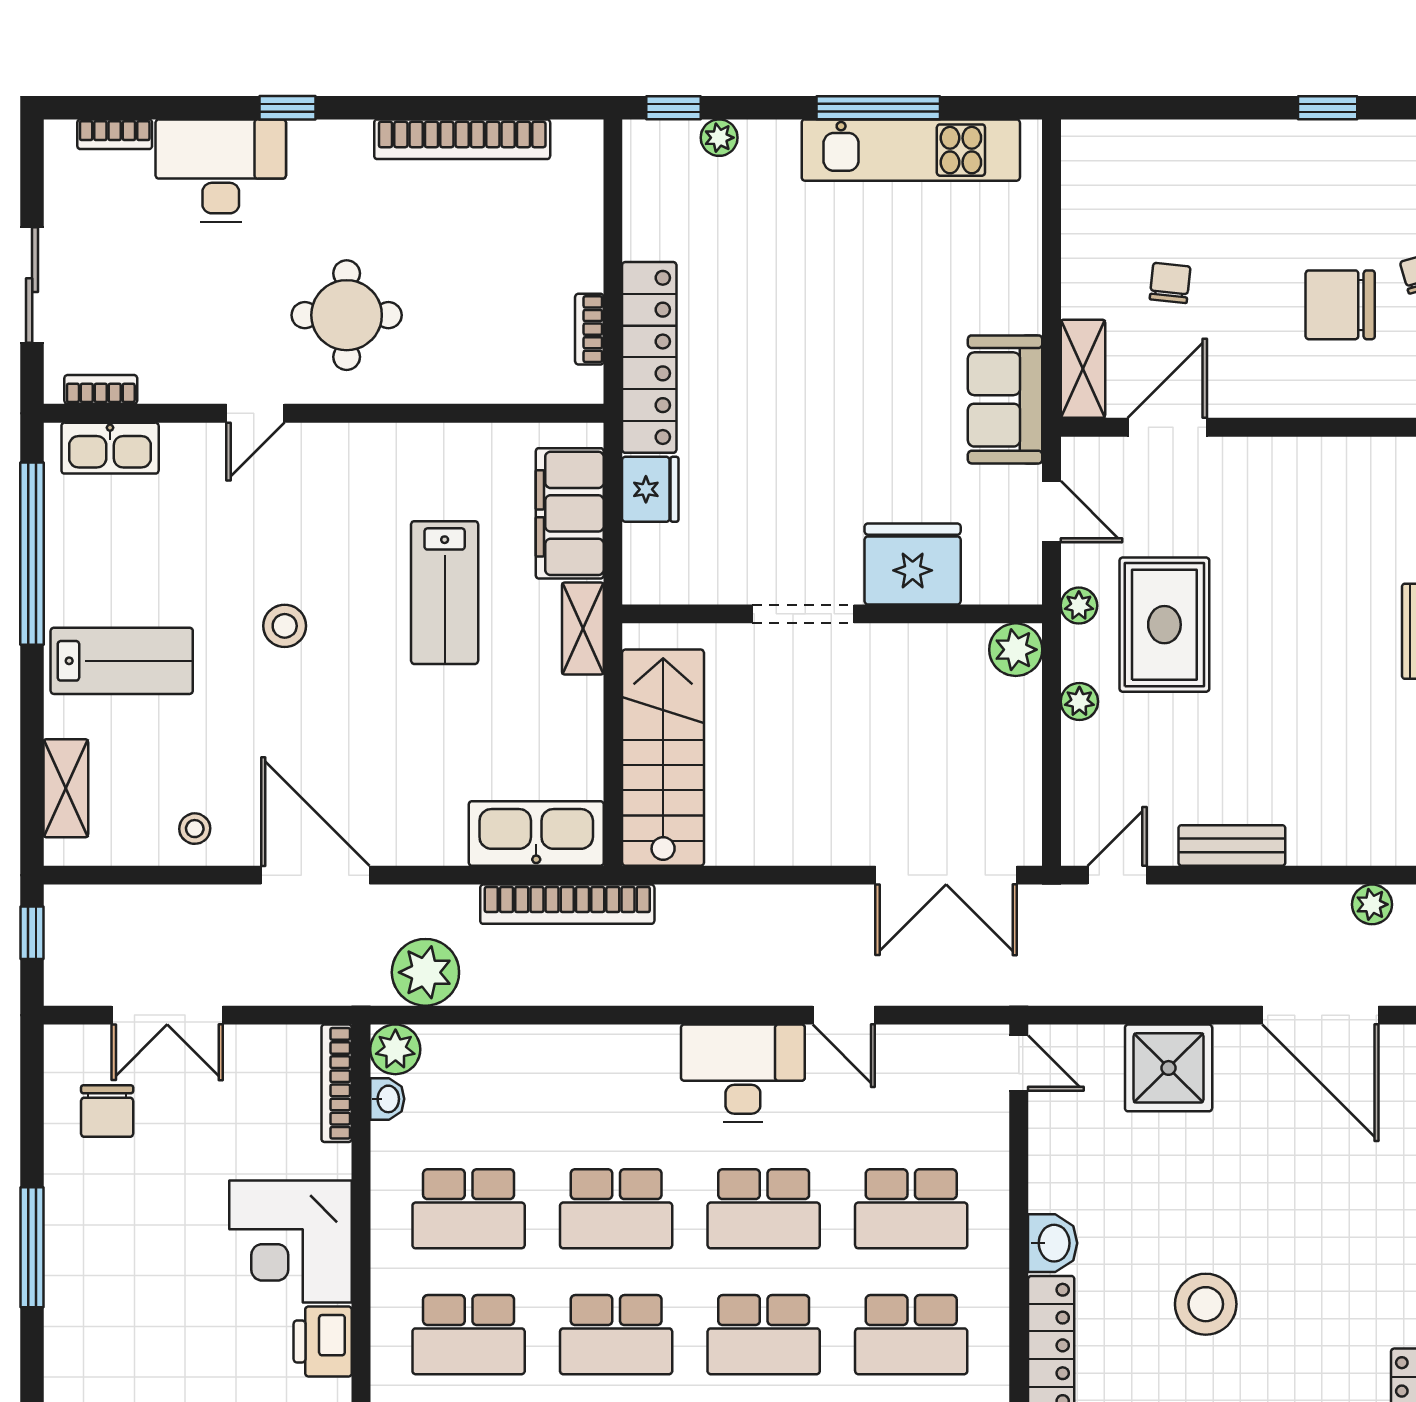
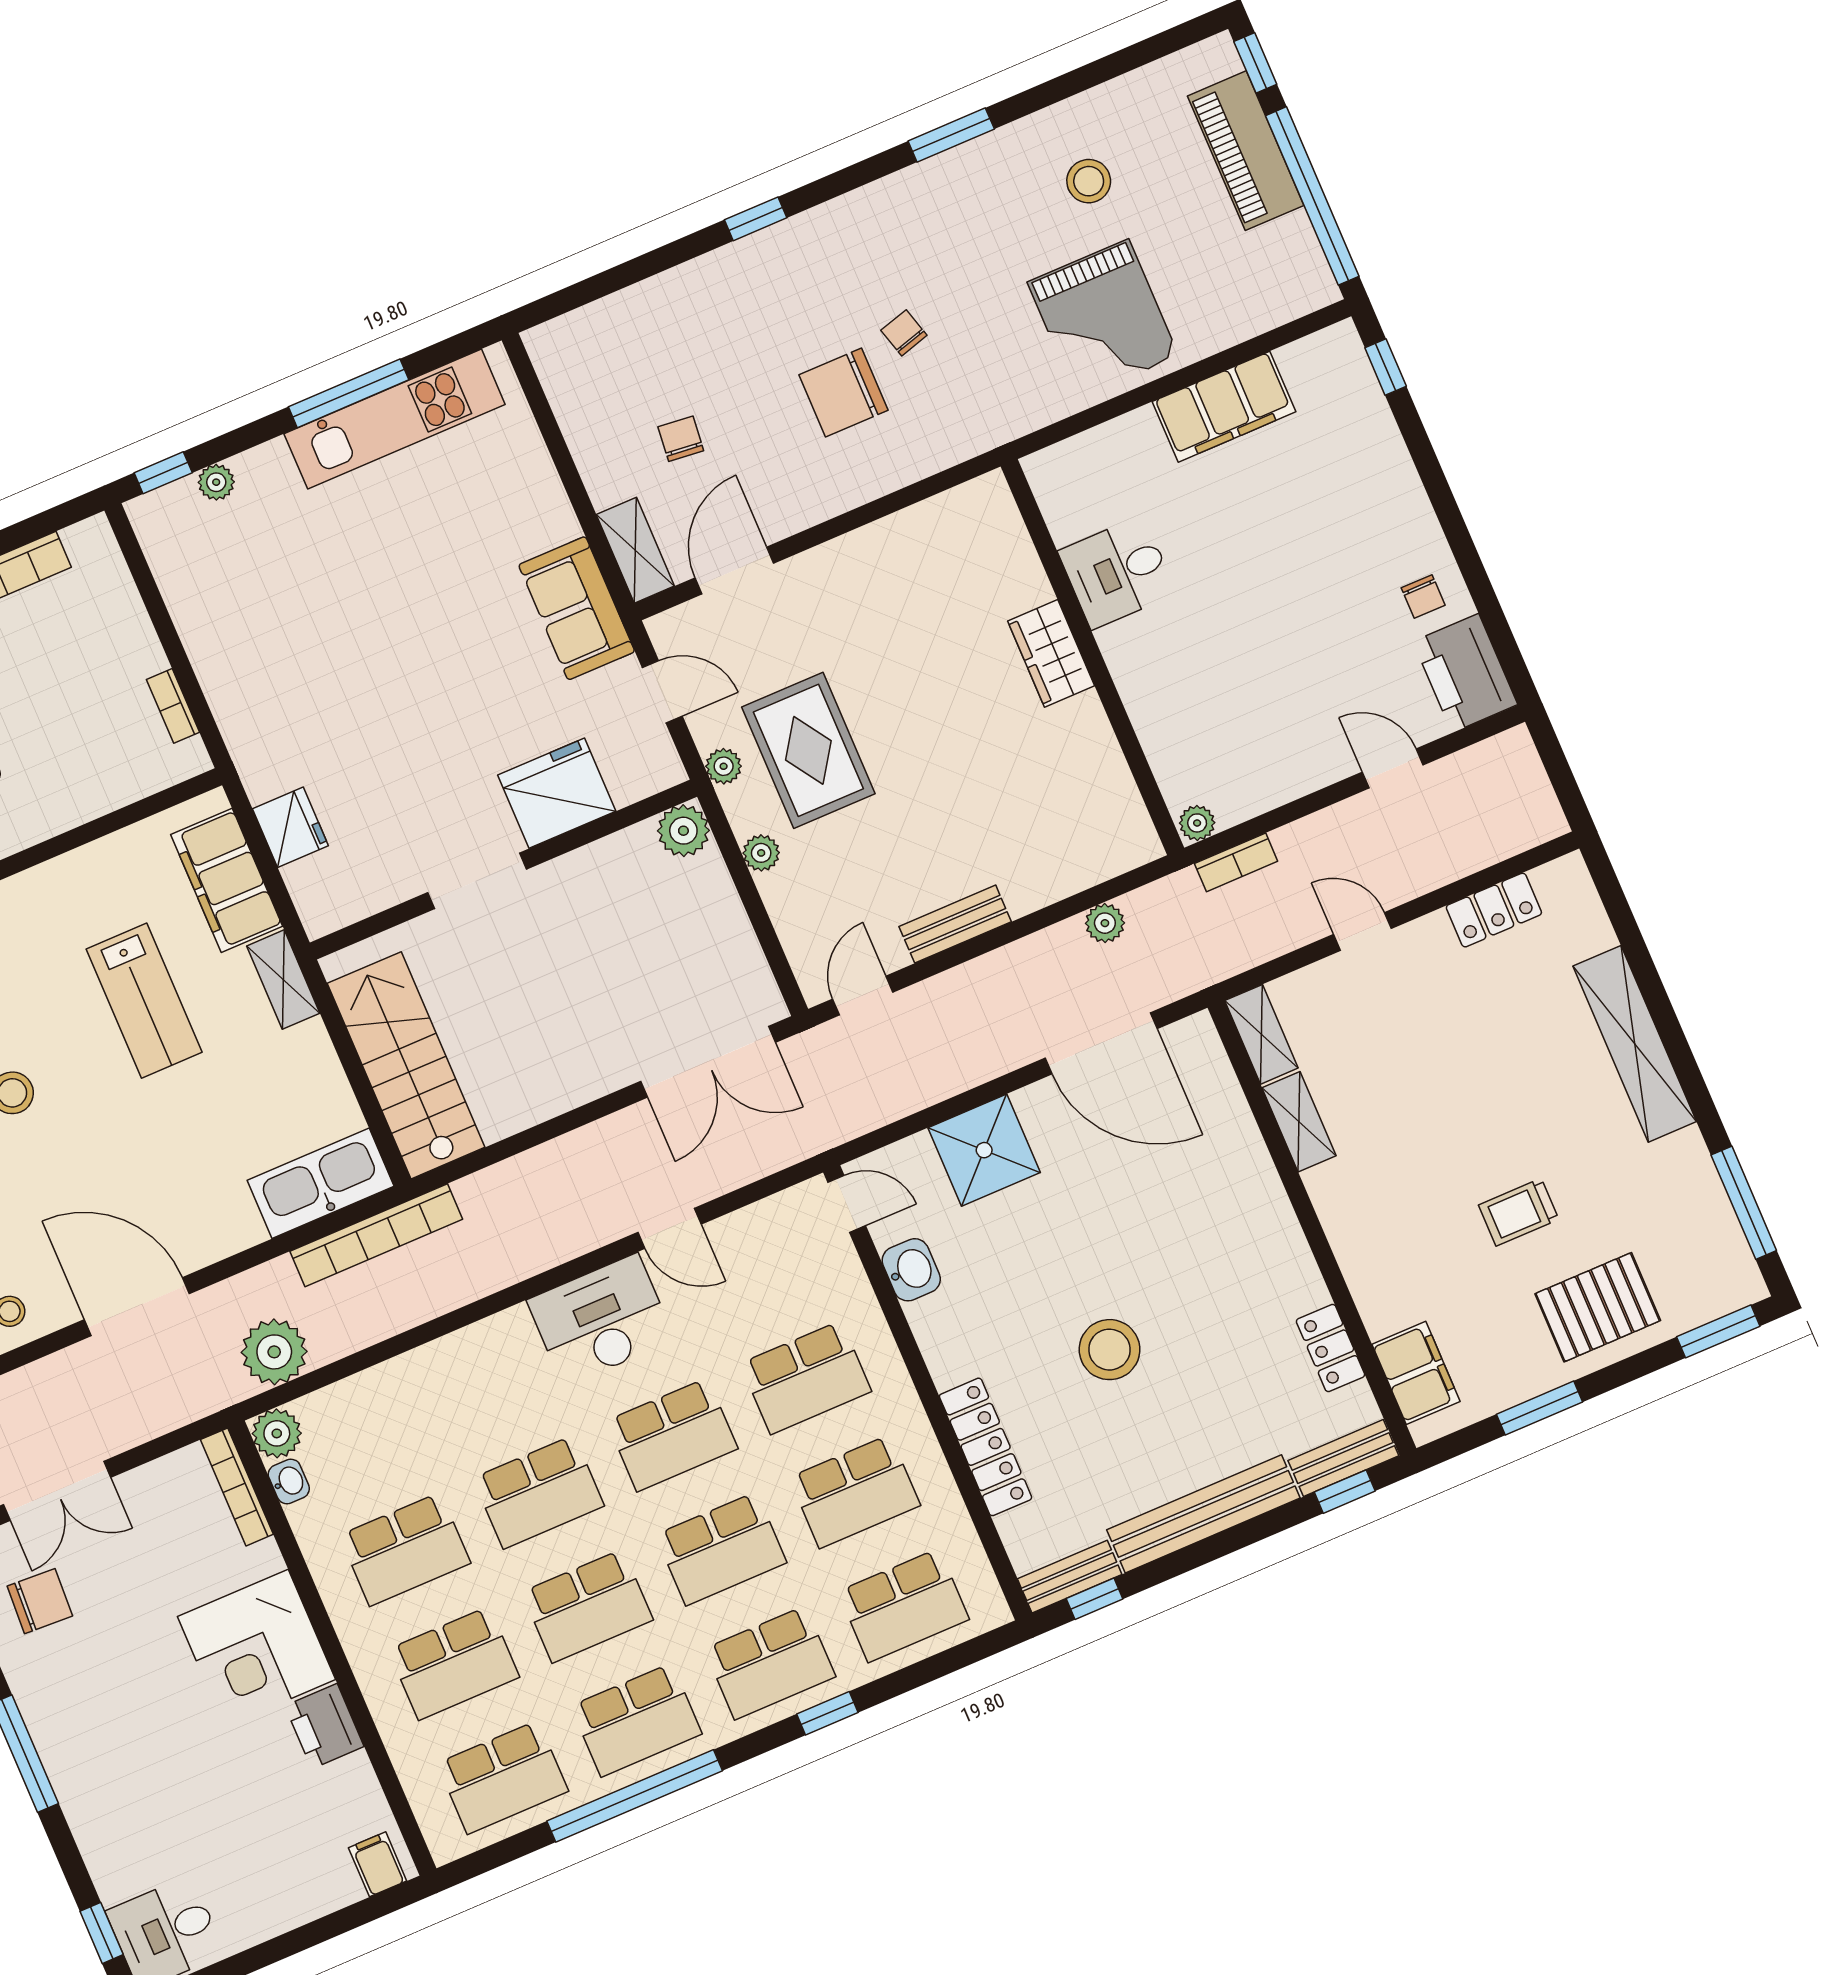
locker: (649, 357) -> (238, 708), removed
chair: (107, 1111) -> (40, 1601), turned -87
washbasin: (1053, 1243) -> (911, 1270), moved

